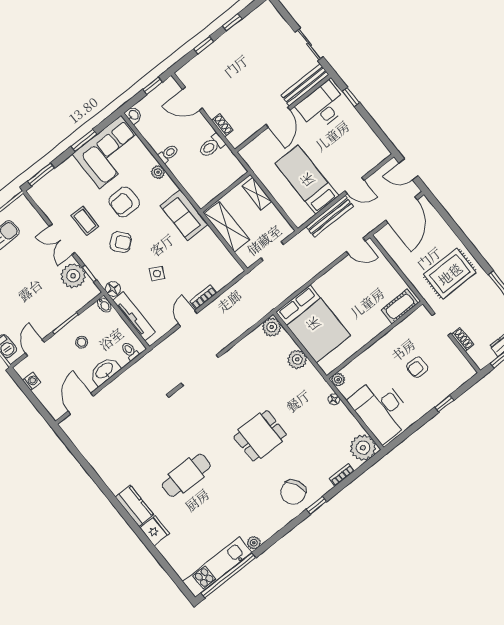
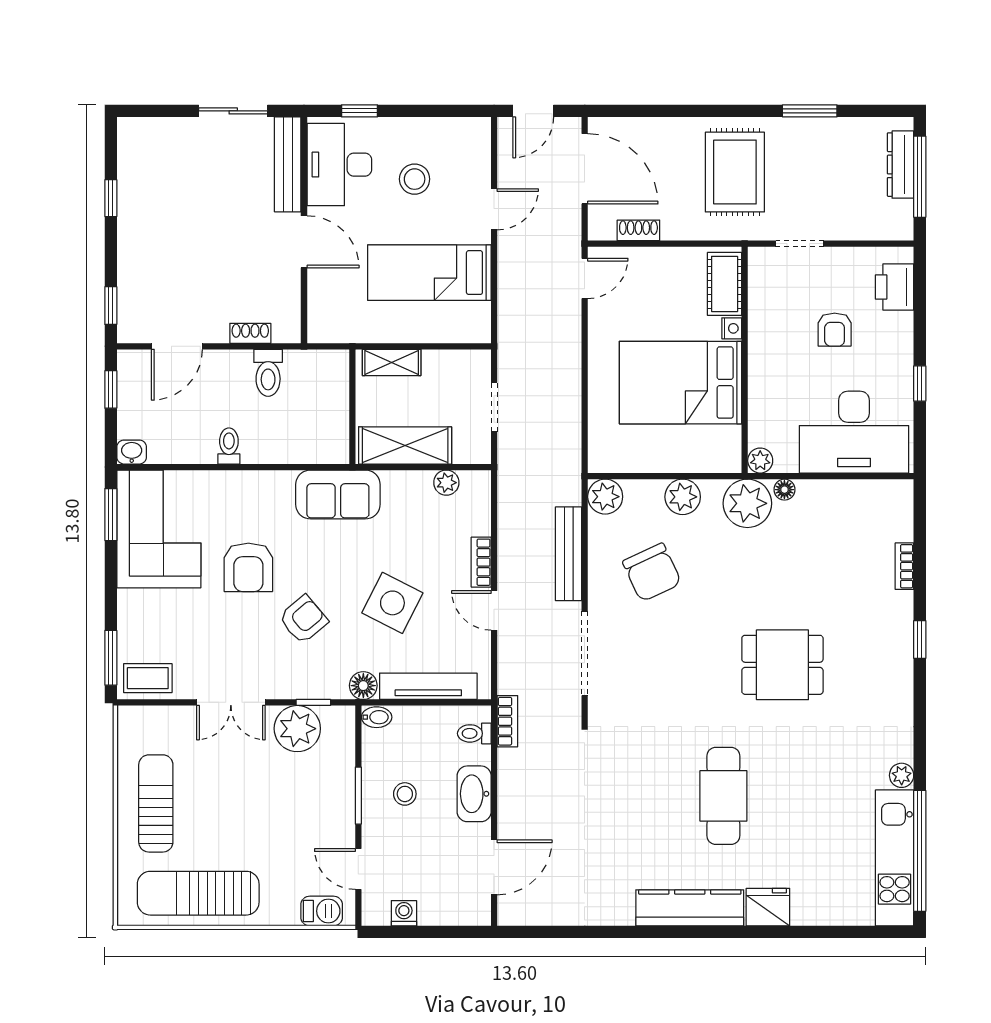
window: (204, 45) -> (111, 306), moved
window: (84, 140) -> (111, 515), moved
stool: (341, 143) -> (415, 179), added
plant: (158, 172) -> (446, 483), moved
bench: (330, 216) -> (569, 554), moved
coffee table: (85, 221) -> (148, 678), moved
side table: (157, 274) -> (392, 603), width x1.87, depth x1.87
bed: (313, 324) -> (681, 383), moved, turned 180
nightstand: (384, 324) -> (732, 328), added
shoe rack: (463, 340) -> (638, 230), moved
bookcase: (146, 361) -> (507, 721), added
printer: (455, 378) -> (894, 287), added
door: (81, 404) -> (494, 867), swing flipped
window: (444, 404) -> (920, 383), moved
dining table: (260, 436) -> (782, 665), moved, turned 90
plant: (363, 448) -> (747, 503), moved
chair: (293, 492) -> (652, 572), moved
kitchen counter: (134, 506) -> (690, 908), width x1.50

